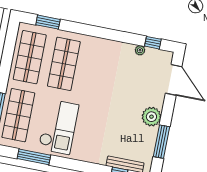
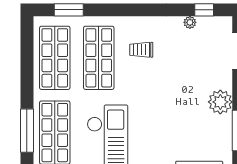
trolley: (98, 64) -> (141, 50), added

